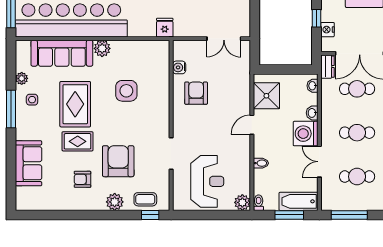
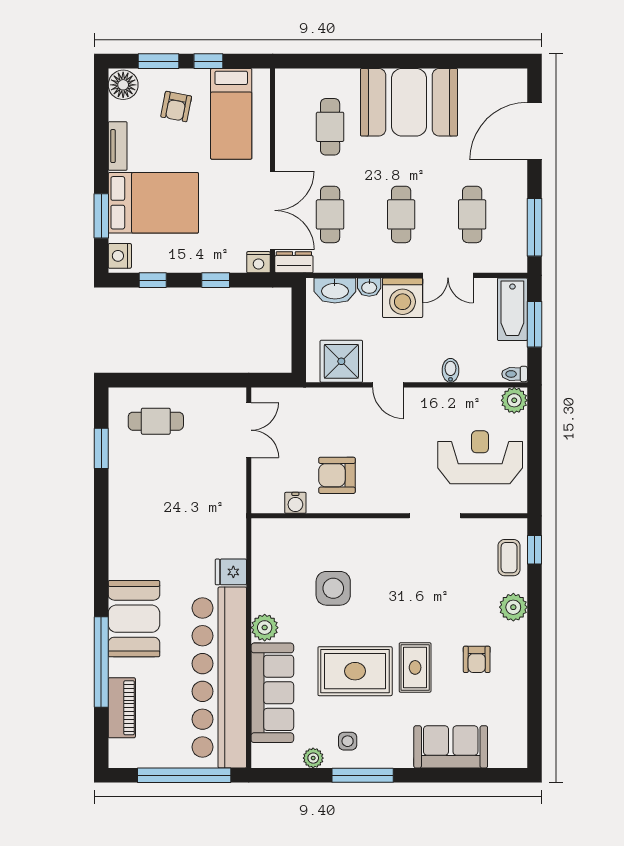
fridge: (165, 28) -> (231, 572), moved
nightstand: (328, 30) -> (258, 262), moved
washbasin: (313, 86) -> (335, 290), width x1.91, depth x1.45
armchair: (118, 161) -> (447, 602), removed

